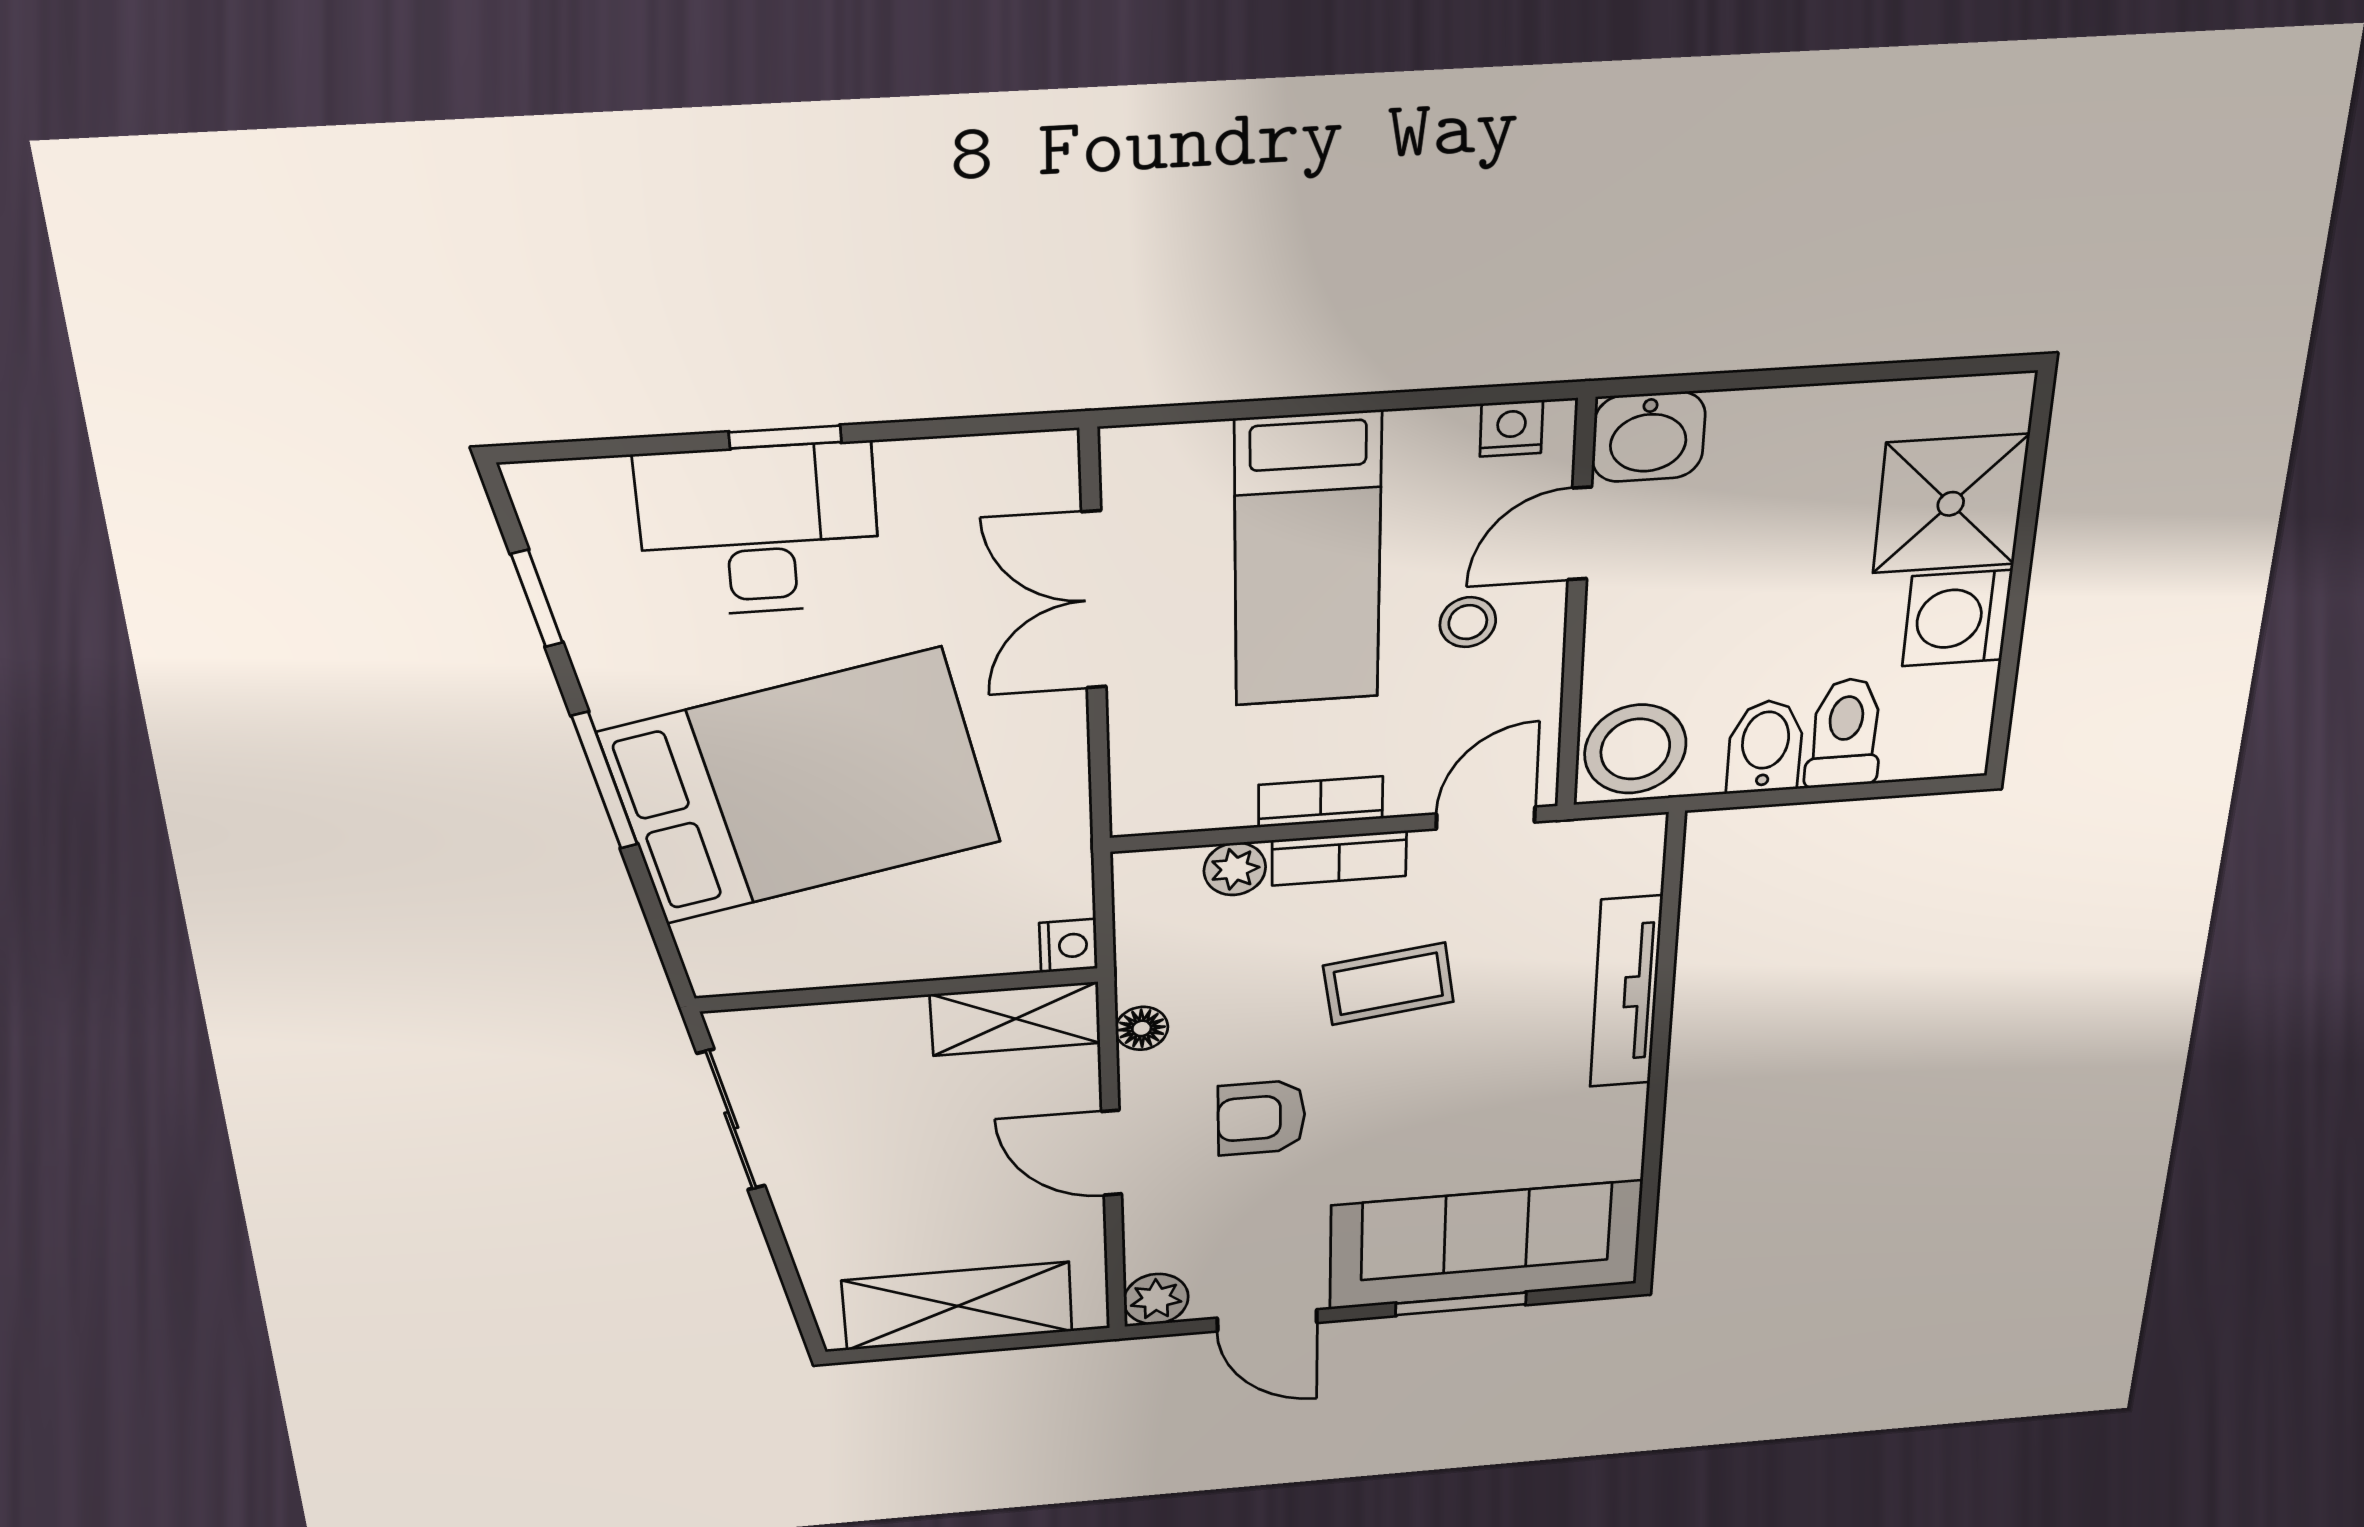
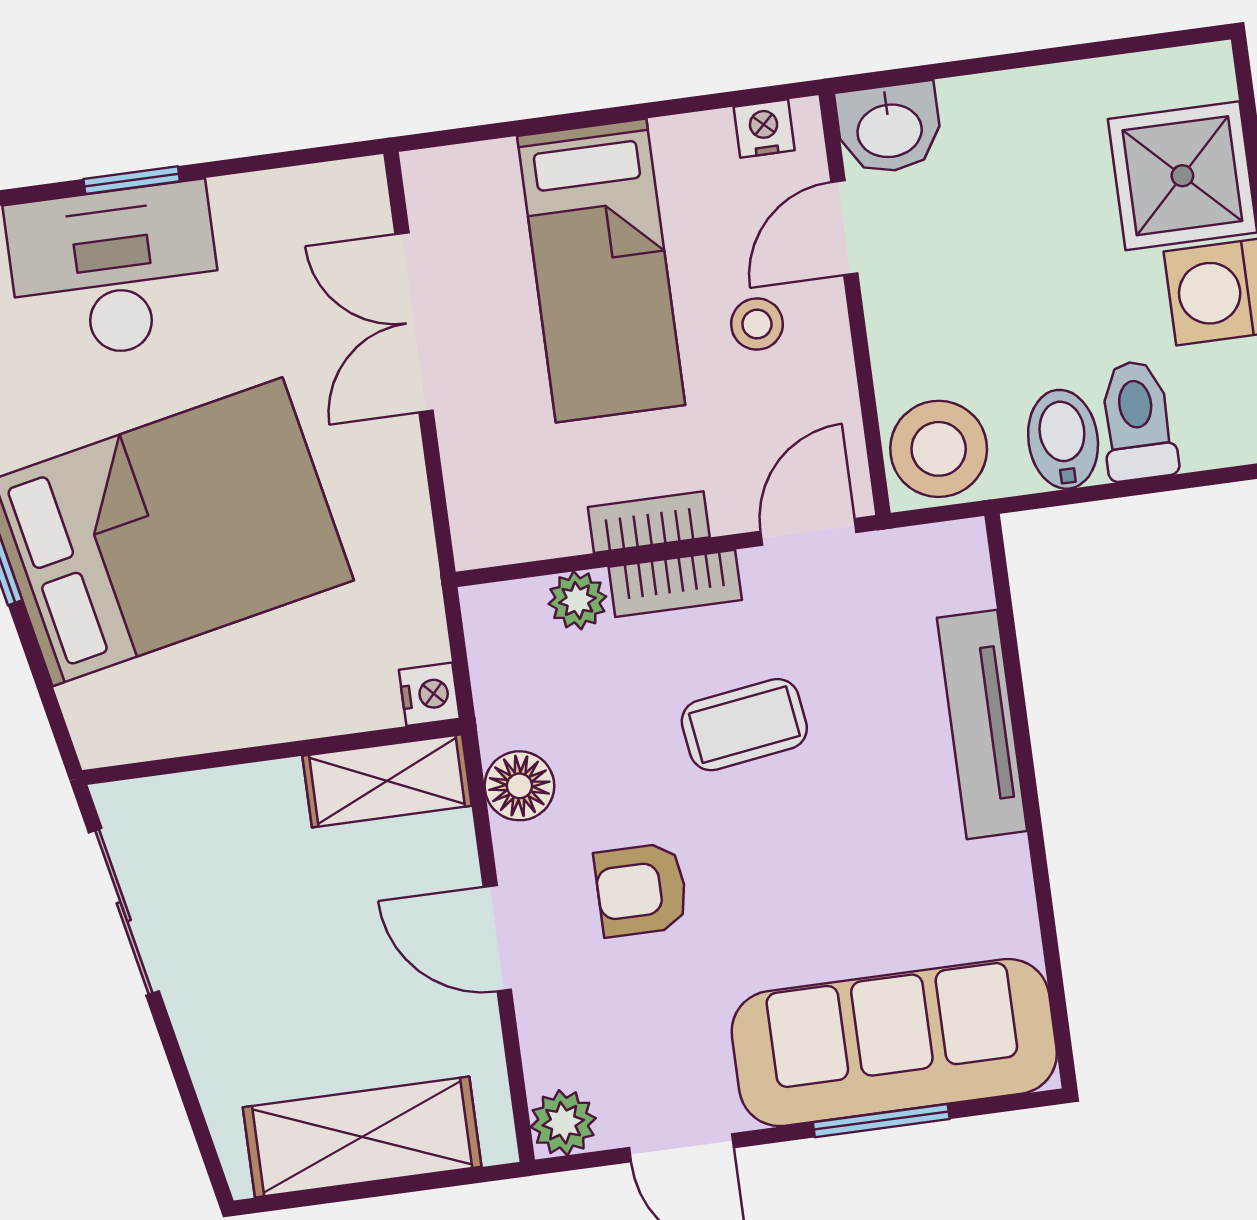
floor lamp: (1142, 1028) -> (519, 786), width x1.37, depth x1.37

